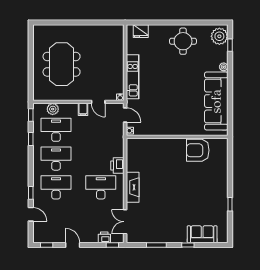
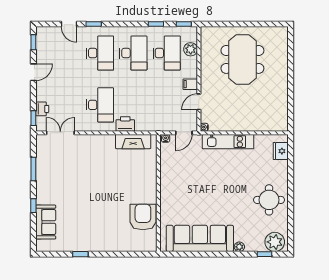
meeting table: (62, 64) -> (242, 59), turned 90
fireplace: (133, 187) -> (133, 142), moved
door: (31, 214) -> (69, 24), hinge flipped

